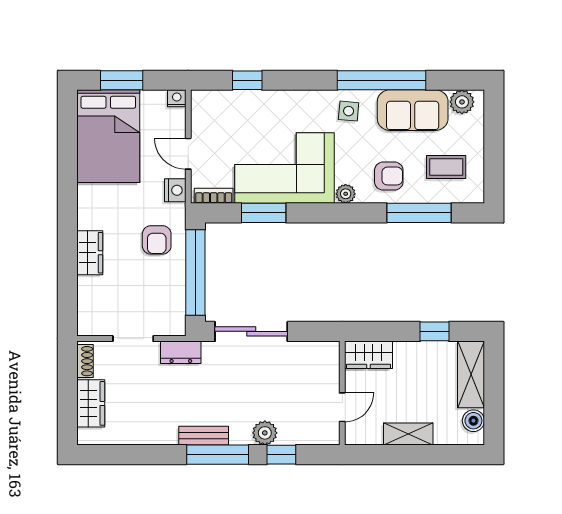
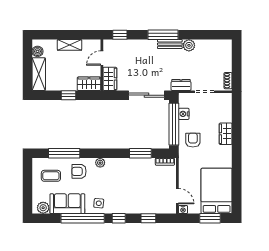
window: (308, 80) -> (119, 218), added
door: (188, 154) -> (177, 196), moved
corner sofa: (284, 168) -> (130, 175), removed
nightstand: (175, 190) -> (184, 114), moved
window: (434, 331) -> (69, 95), moved
wardrobe: (91, 403) -> (110, 79), moved, turned 180
plant: (265, 433) -> (189, 45), moved
window: (281, 455) -> (120, 35), moved

